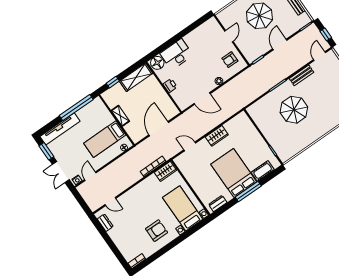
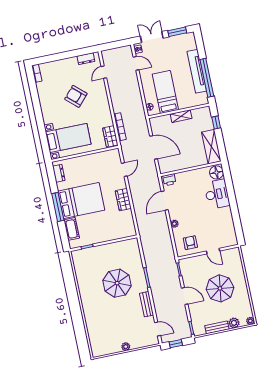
printer: (170, 86) -> (169, 180), moved
tv unit: (60, 129) -> (197, 71), moved
armchair: (157, 231) -> (76, 96), moved, turned 132

